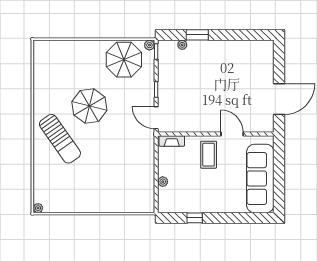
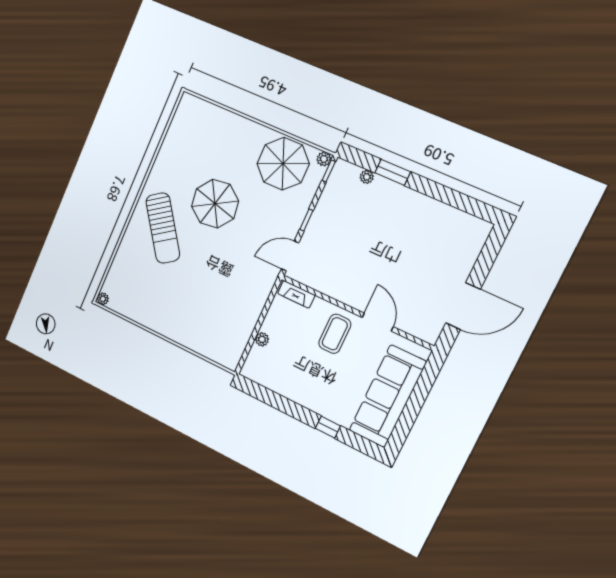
door: (156, 118) -> (290, 256), hinge flipped
window: (195, 218) -> (328, 427), moved

